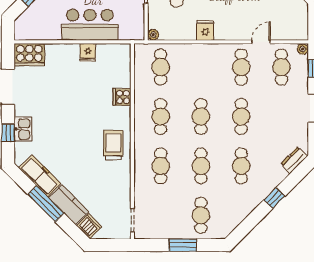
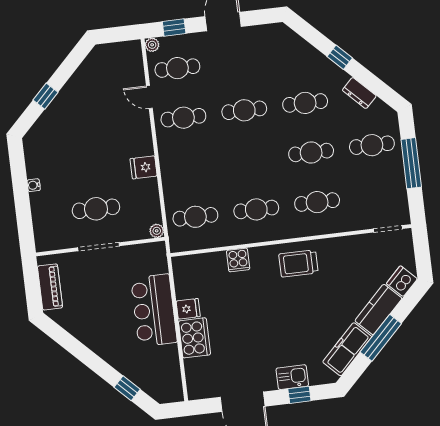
cooker: (29, 55) -> (195, 338), moved
cafe table: (201, 116) -> (250, 160), removed
dresser: (294, 160) -> (359, 93), moved
window: (183, 245) -> (411, 163), width x1.44

